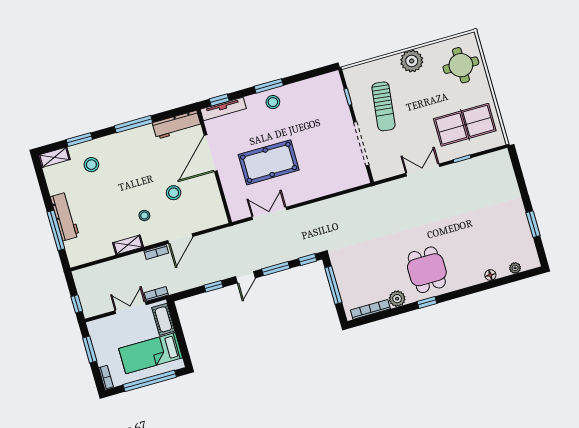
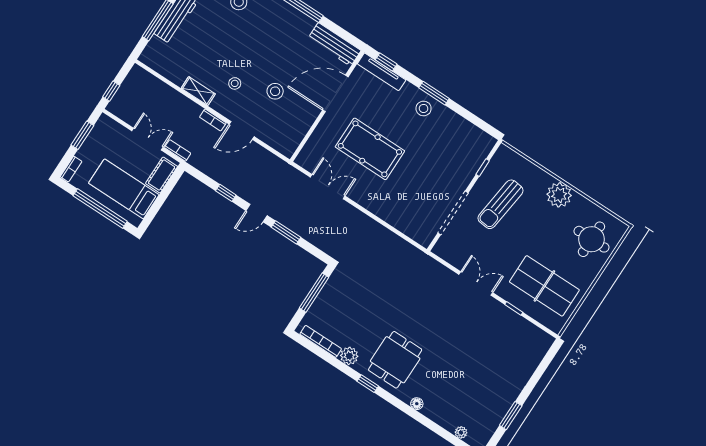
window: (308, 260) -> (317, 252), removed
floor lamp: (490, 275) -> (417, 404), moved

